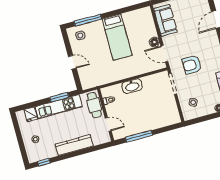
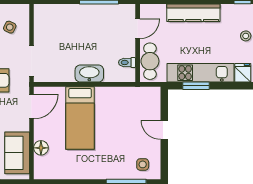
bed: (117, 37) -> (80, 118), moved, turned 180
floor lamp: (154, 42) -> (41, 148), moved
door: (164, 54) -> (31, 106), hinge flipped
door: (108, 124) -> (138, 29), swing flipped

